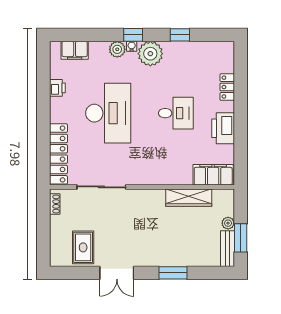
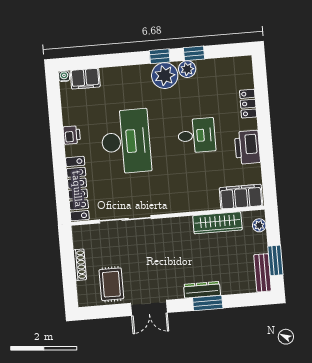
window: (133, 35) -> (160, 56), moved
water cooler: (132, 46) -> (64, 76), moved
plant: (117, 49) -> (187, 69), moved
printer: (57, 88) -> (72, 135), moved
shoe rack: (55, 204) -> (80, 265), moved, width x1.43
plant: (228, 223) -> (259, 225), moved
dresser: (169, 260) -> (202, 290), added

